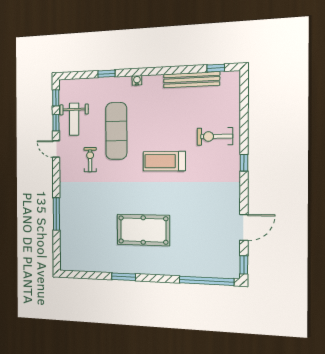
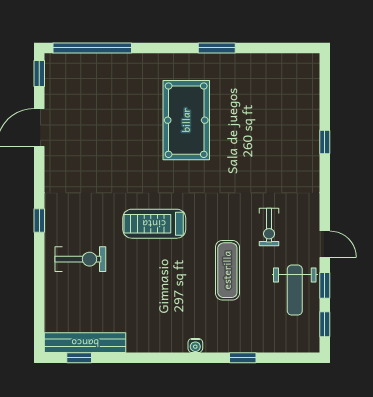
bench: (191, 80) -> (85, 343), moved
weight bench: (74, 119) -> (295, 290), turned 180
exercise mat: (116, 131) -> (227, 270), width x0.73, depth x0.69
treadmill: (164, 161) -> (154, 224), turned 180
window: (56, 214) -> (325, 142), width x0.46
pool table: (143, 230) -> (186, 120), turned 90

